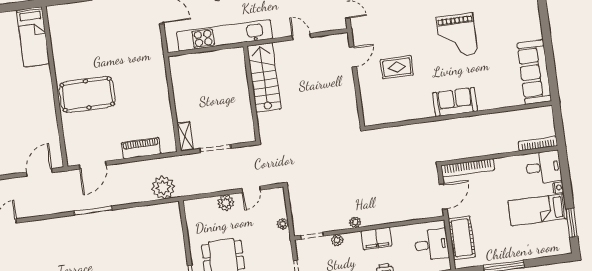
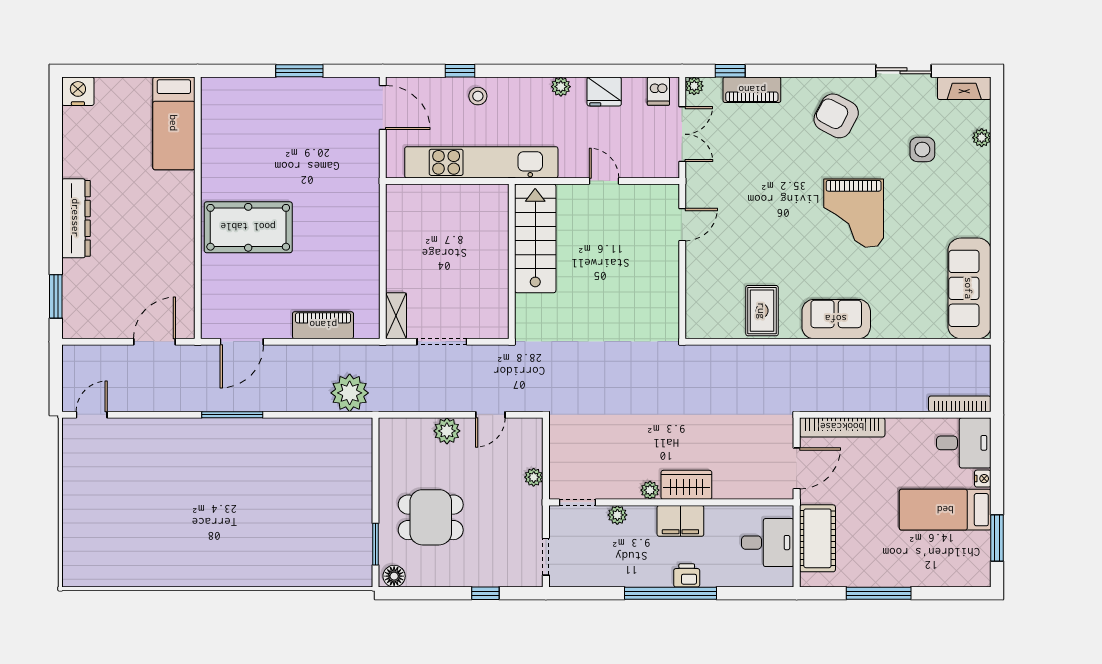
rug: (397, 67) -> (762, 311), moved, turned 90
wardrobe: (377, 216) -> (686, 485), added

